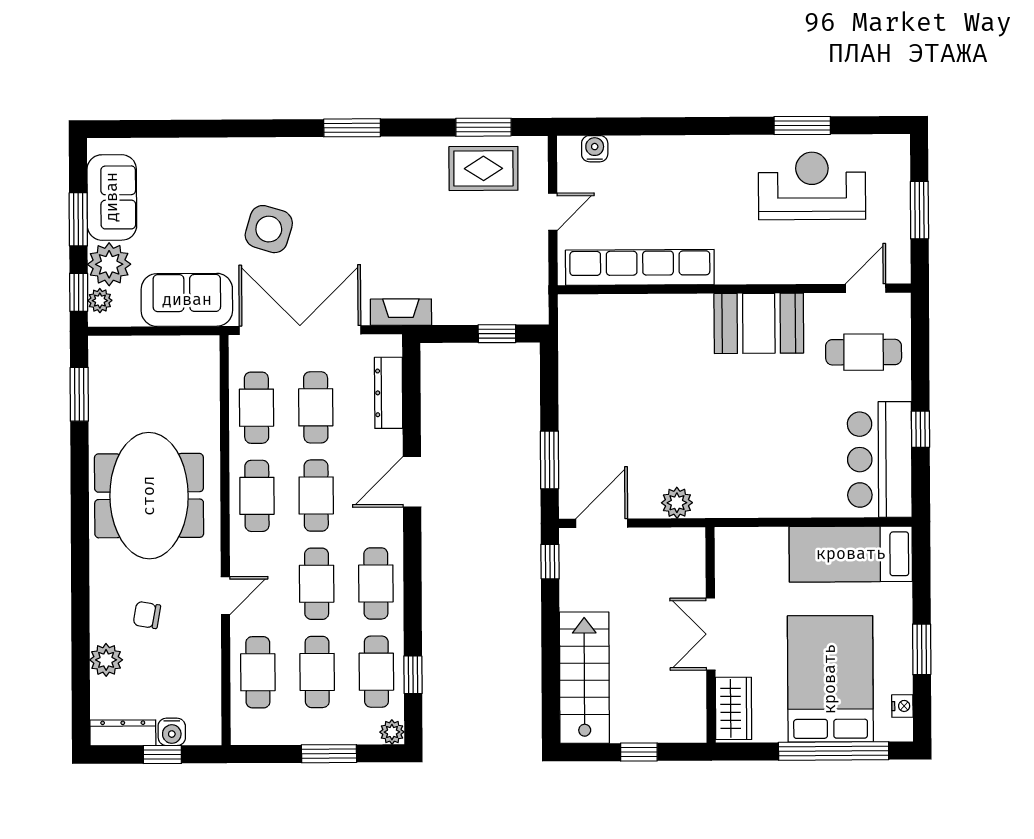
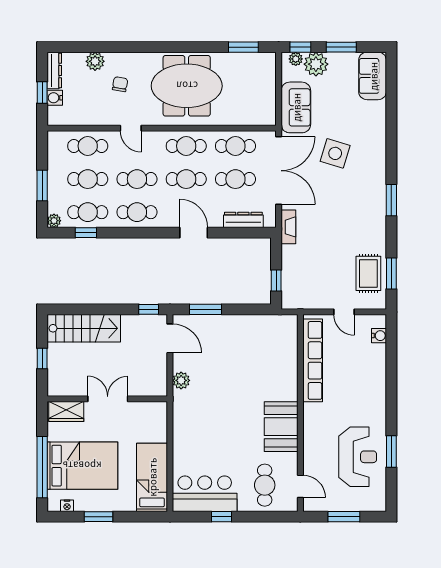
sofa: (112, 197) -> (373, 76), moved, turned 90

